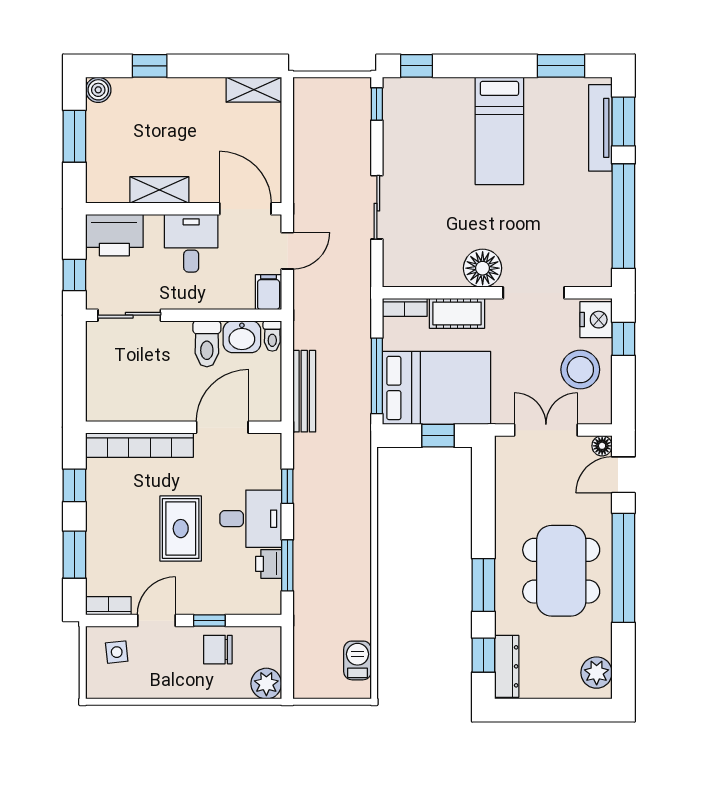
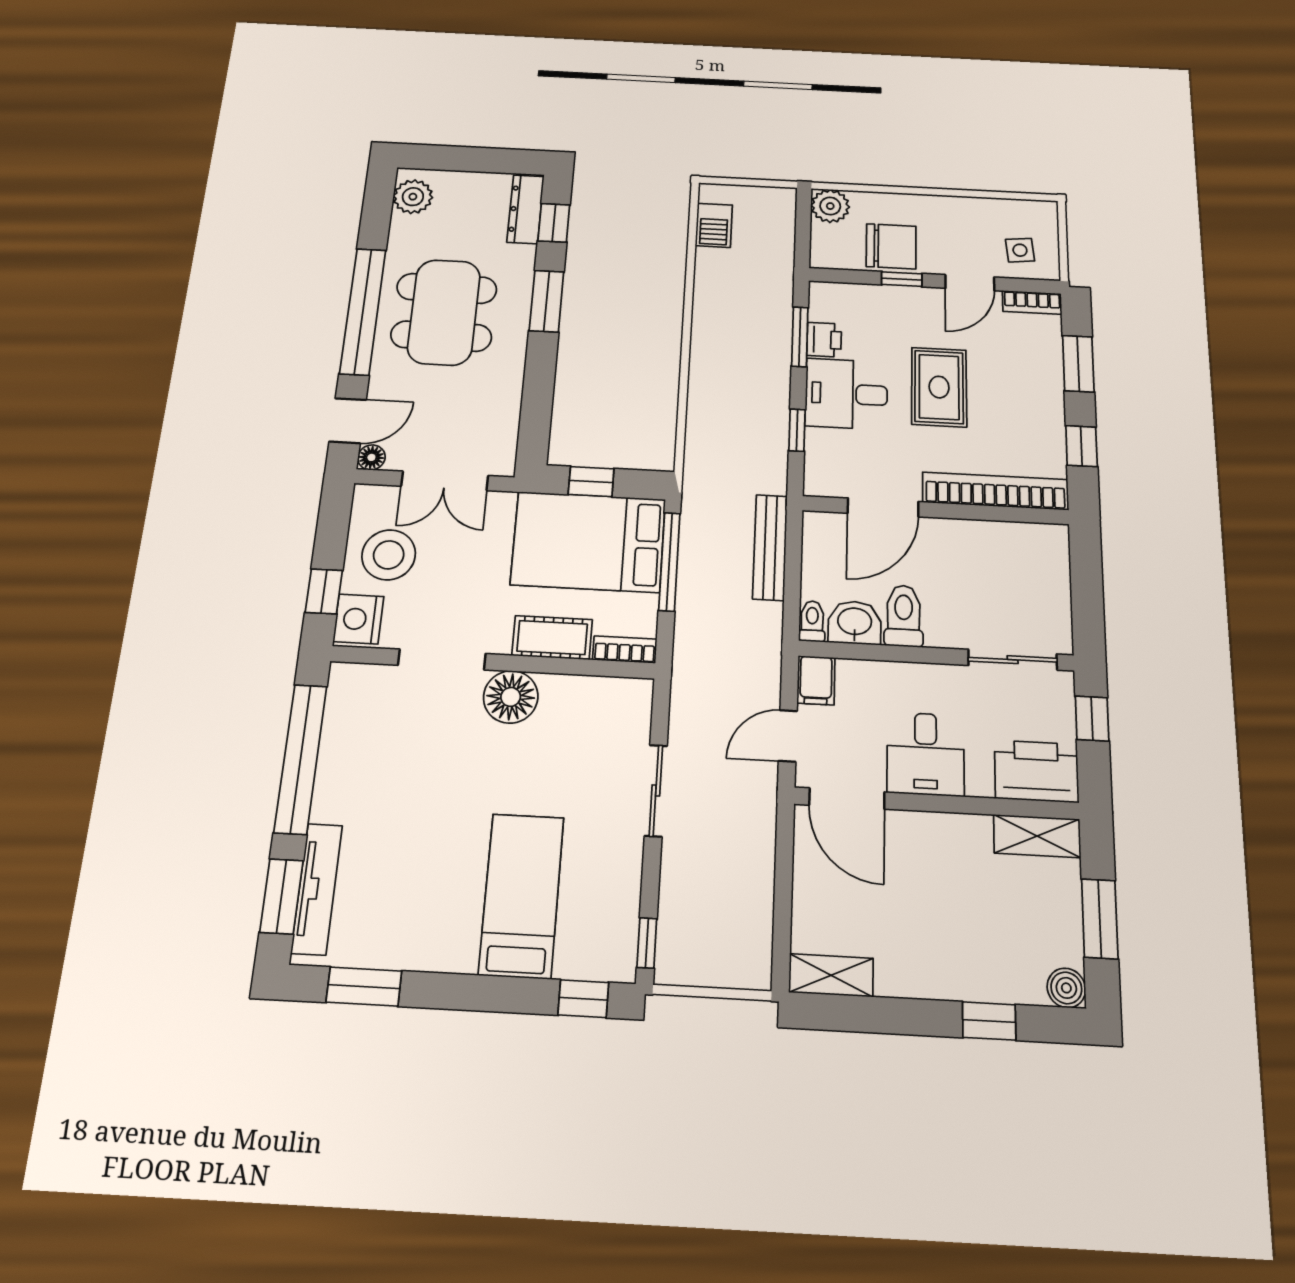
bed: (499, 131) -> (521, 895), moved
shelving: (159, 190) -> (1037, 836), moved
chair: (218, 650) -> (891, 246), width x1.37, depth x1.37

